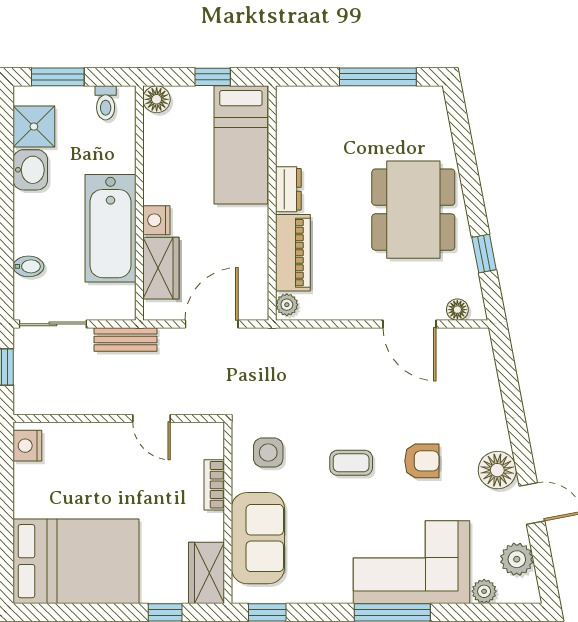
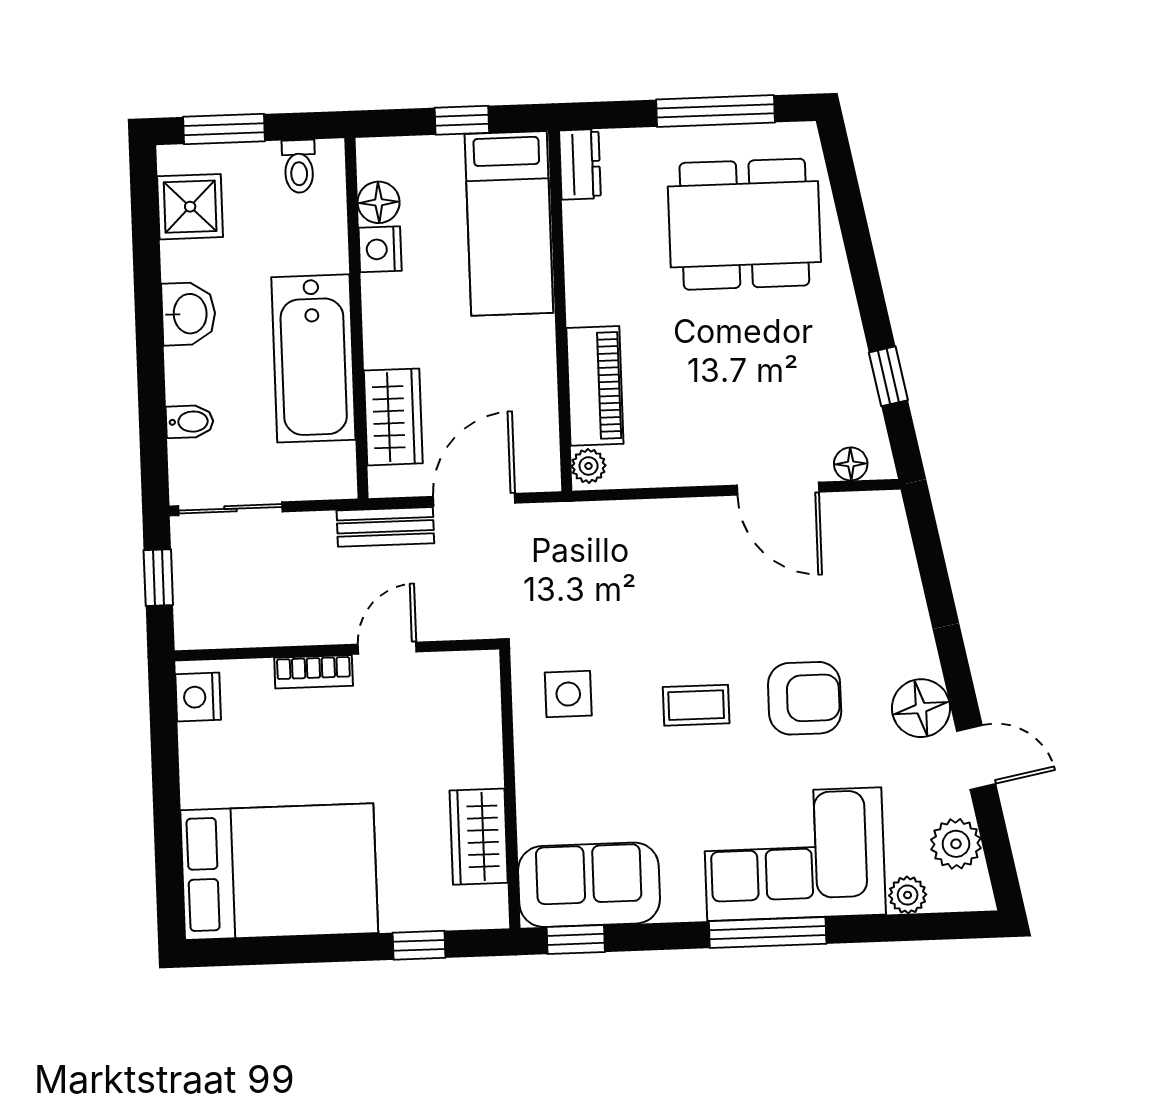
floor lamp: (157, 99) -> (379, 202), moved
washbasin: (30, 170) -> (189, 314), moved
dresser: (288, 189) -> (580, 164), moved
dining table: (413, 210) -> (744, 224), moved, turned 90
nightstand: (156, 220) -> (380, 249), moved
bench: (125, 339) -> (385, 527), moved
door: (152, 418) -> (387, 648), swing flipped
armchair: (422, 461) -> (805, 698), width x1.38, depth x1.38
bookcase: (214, 485) -> (314, 672), moved, turned -90
sofa: (258, 538) -> (589, 885), moved, turned -90
wardrobe: (207, 573) -> (479, 837), moved

